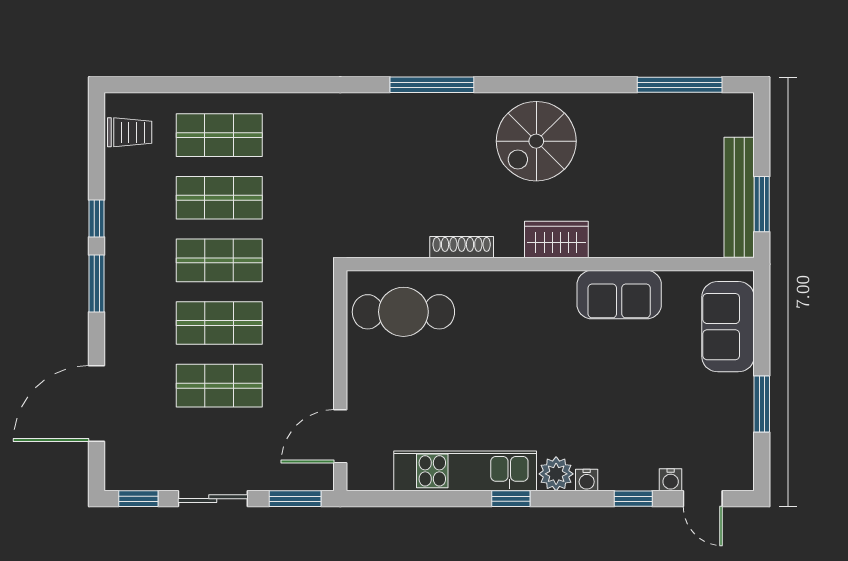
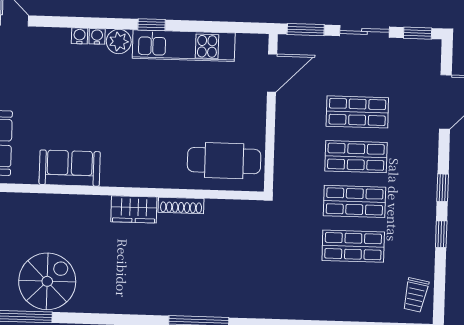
trolley: (130, 132) -> (416, 295), turned -79
shop shelf: (219, 135) -> (352, 291), removed
spiral stairs: (536, 141) -> (47, 281), moved
wardrobe: (556, 240) -> (134, 209), moved
window: (97, 283) -> (443, 188), width x0.67
water cooler: (671, 480) -> (80, 36), moved
window: (633, 499) -> (64, 22), removed

